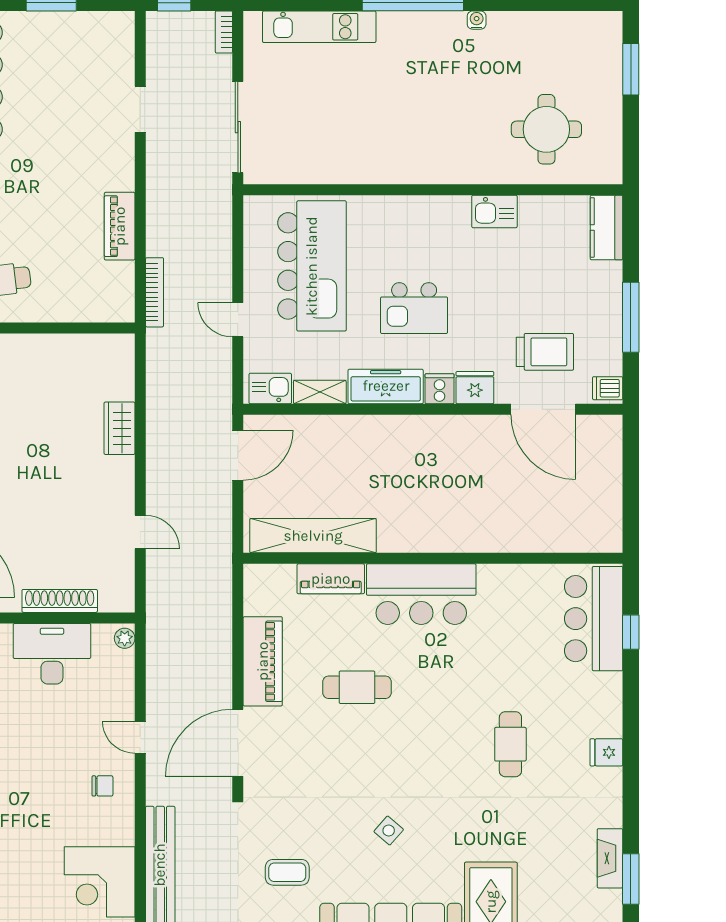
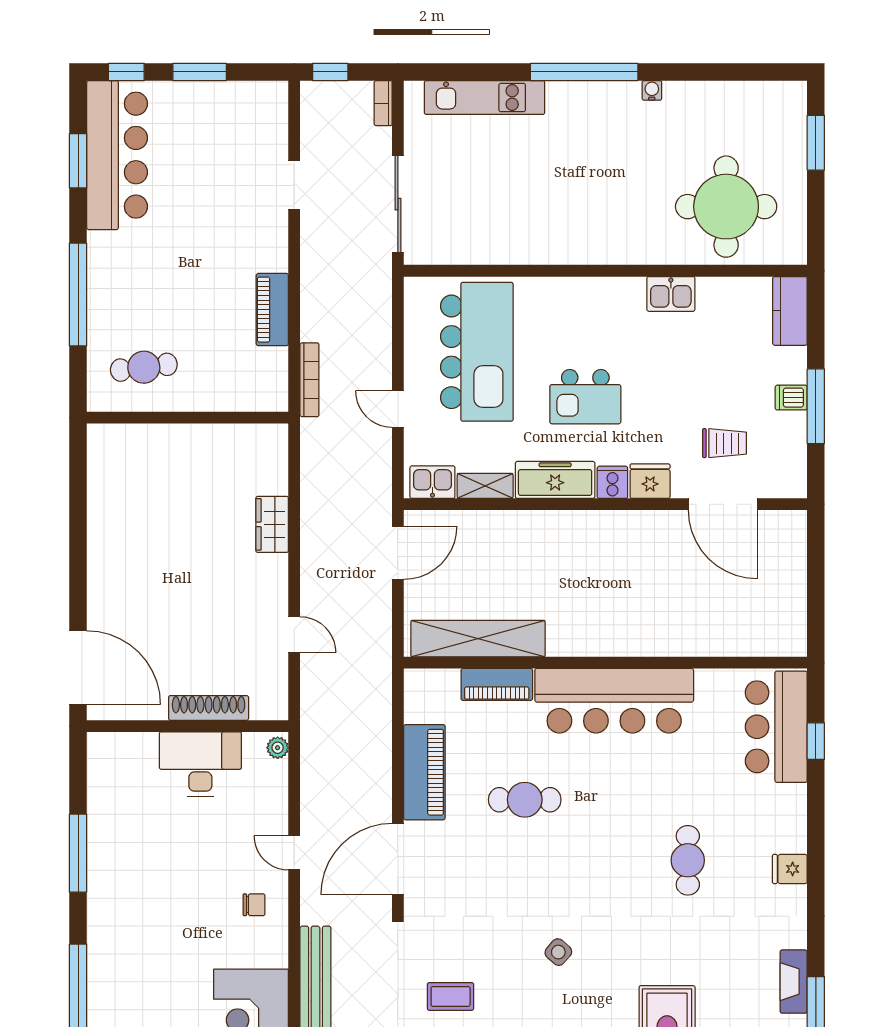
round table: (546, 129) -> (726, 207), width x1.36, depth x1.36
trolley: (545, 352) -> (724, 443), width x0.73, depth x0.72
dishwasher: (608, 388) -> (791, 398), moved
bar counter: (421, 594) -> (614, 701), width x1.36

